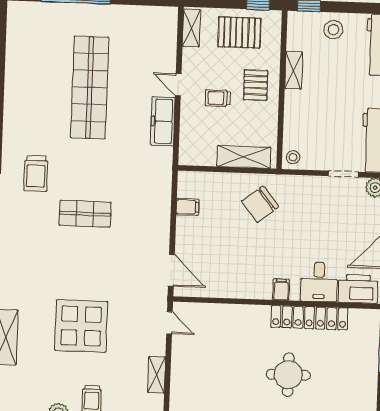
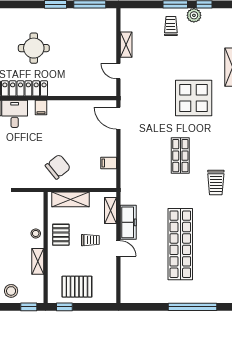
shelving: (191, 28) -> (111, 210), moved
pallet: (255, 85) -> (61, 235), moved
stool: (293, 157) -> (36, 233), moved
trolley: (36, 173) -> (216, 183), turned 180
shop shelf: (85, 214) -> (180, 156), turned 90
door: (169, 323) -> (118, 71), moved
display table: (81, 326) -> (194, 98), moved

